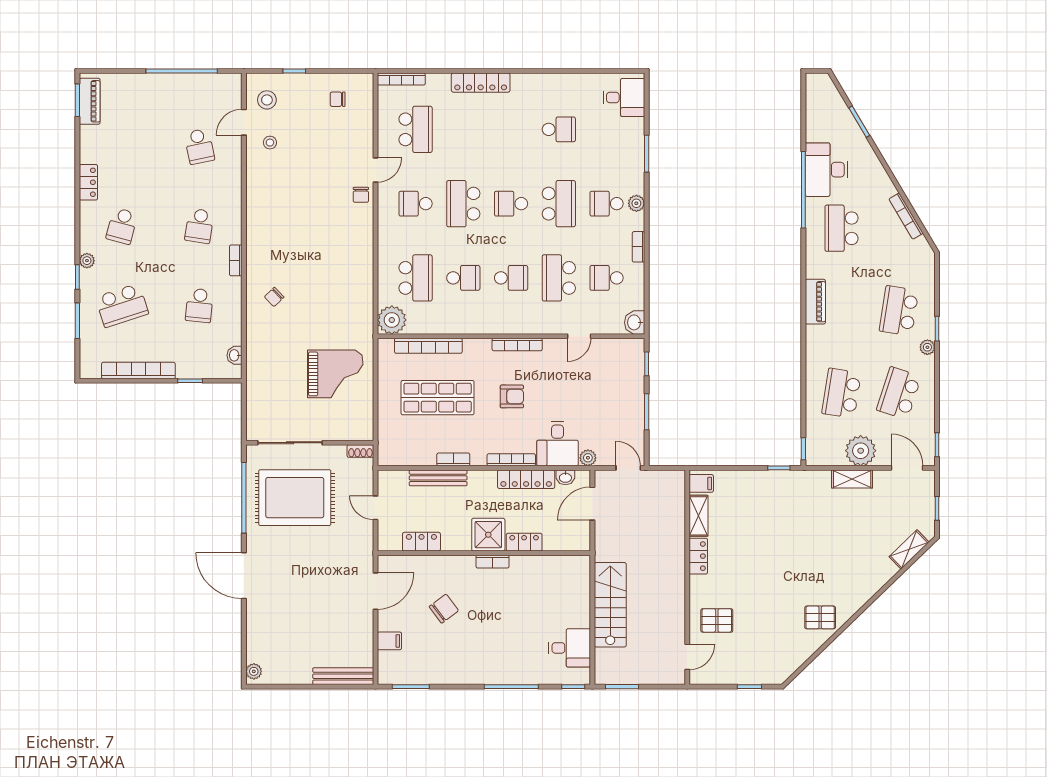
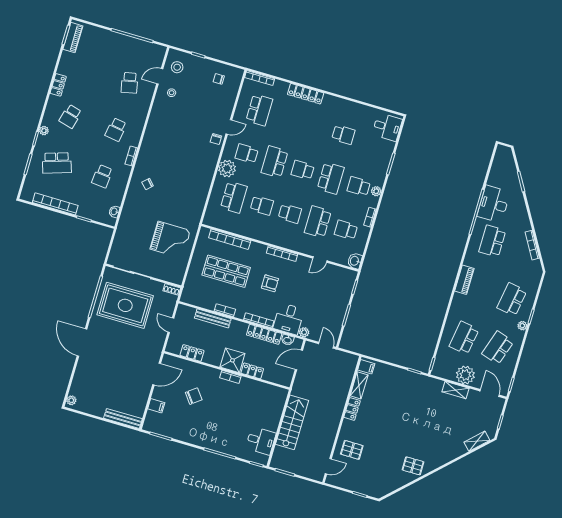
plant: (392, 320) -> (227, 169), moved

